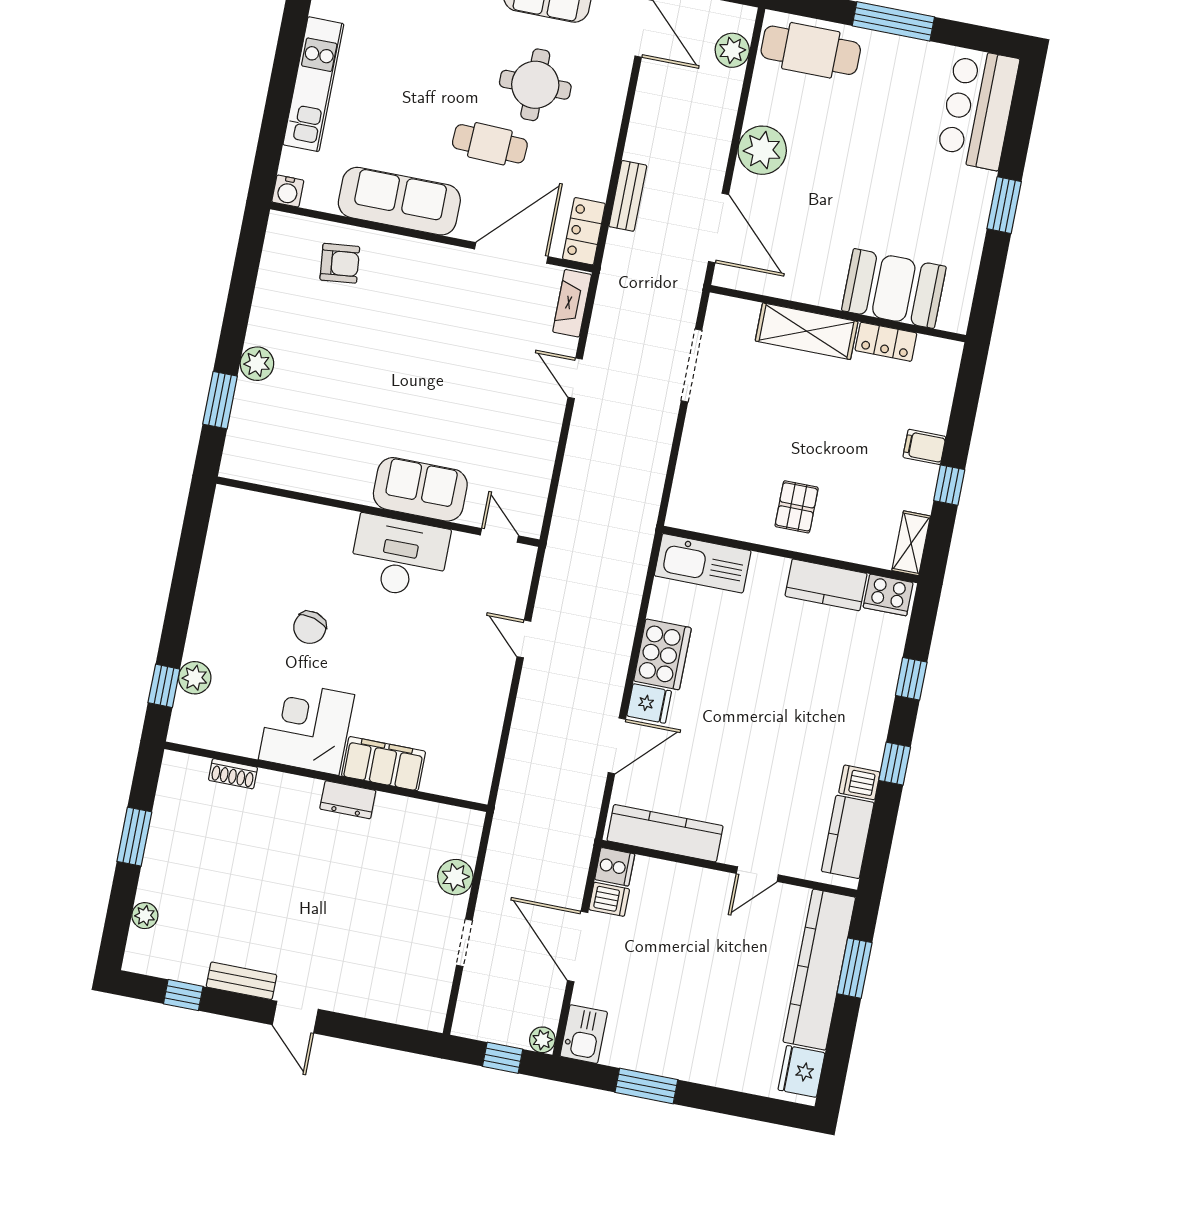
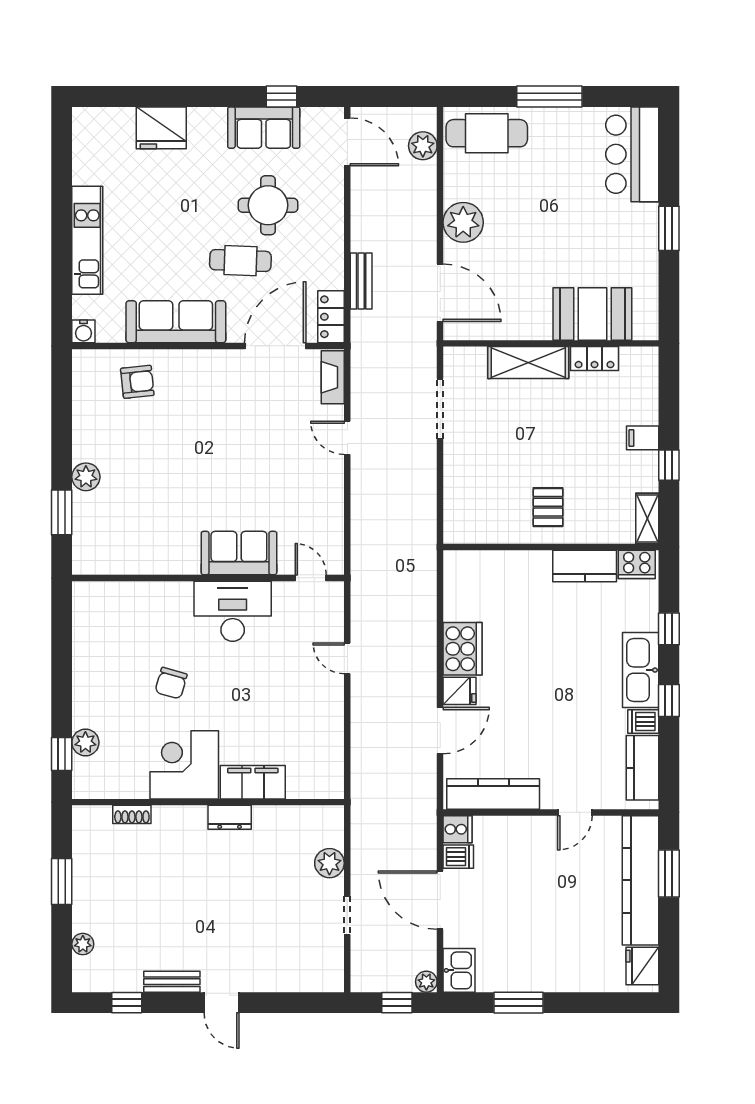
kitchen sink: (703, 563) -> (641, 670), moved, turned 90

